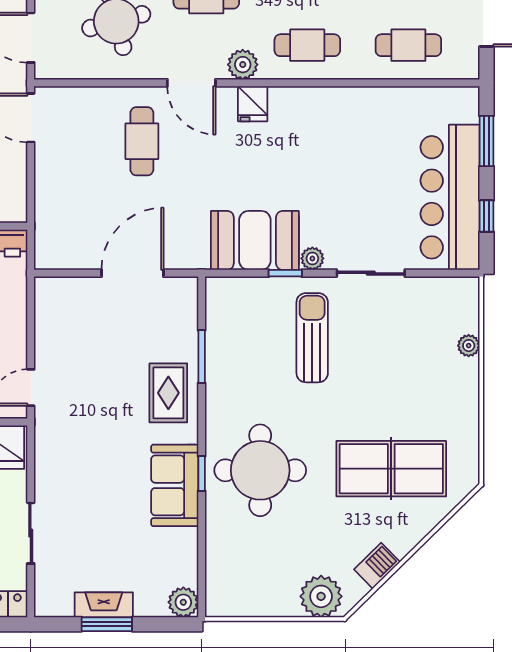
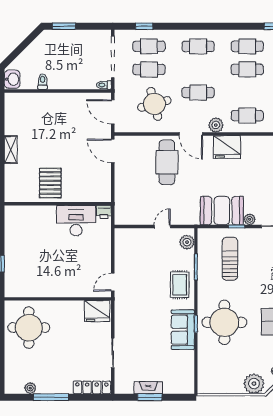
fridge: (253, 104) -> (227, 147), width x1.88, depth x1.34
cafe table: (142, 141) -> (167, 162), width x1.37, depth x1.35
door: (132, 273) -> (162, 226), width x0.53
sun lounger: (312, 338) -> (230, 259), moved
plant: (183, 602) -> (187, 242), moved

